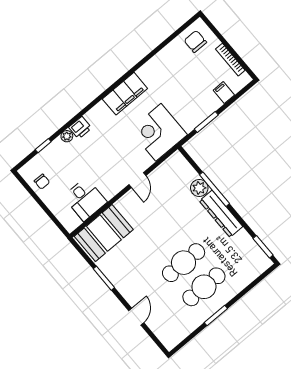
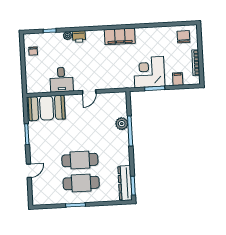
corner desk: (158, 132) -> (149, 72), moved
desk: (85, 199) -> (61, 80), moved
dresser: (221, 214) -> (125, 183), moved

